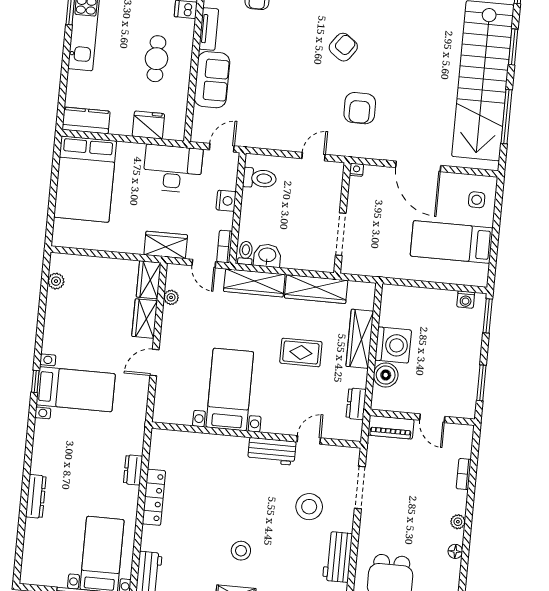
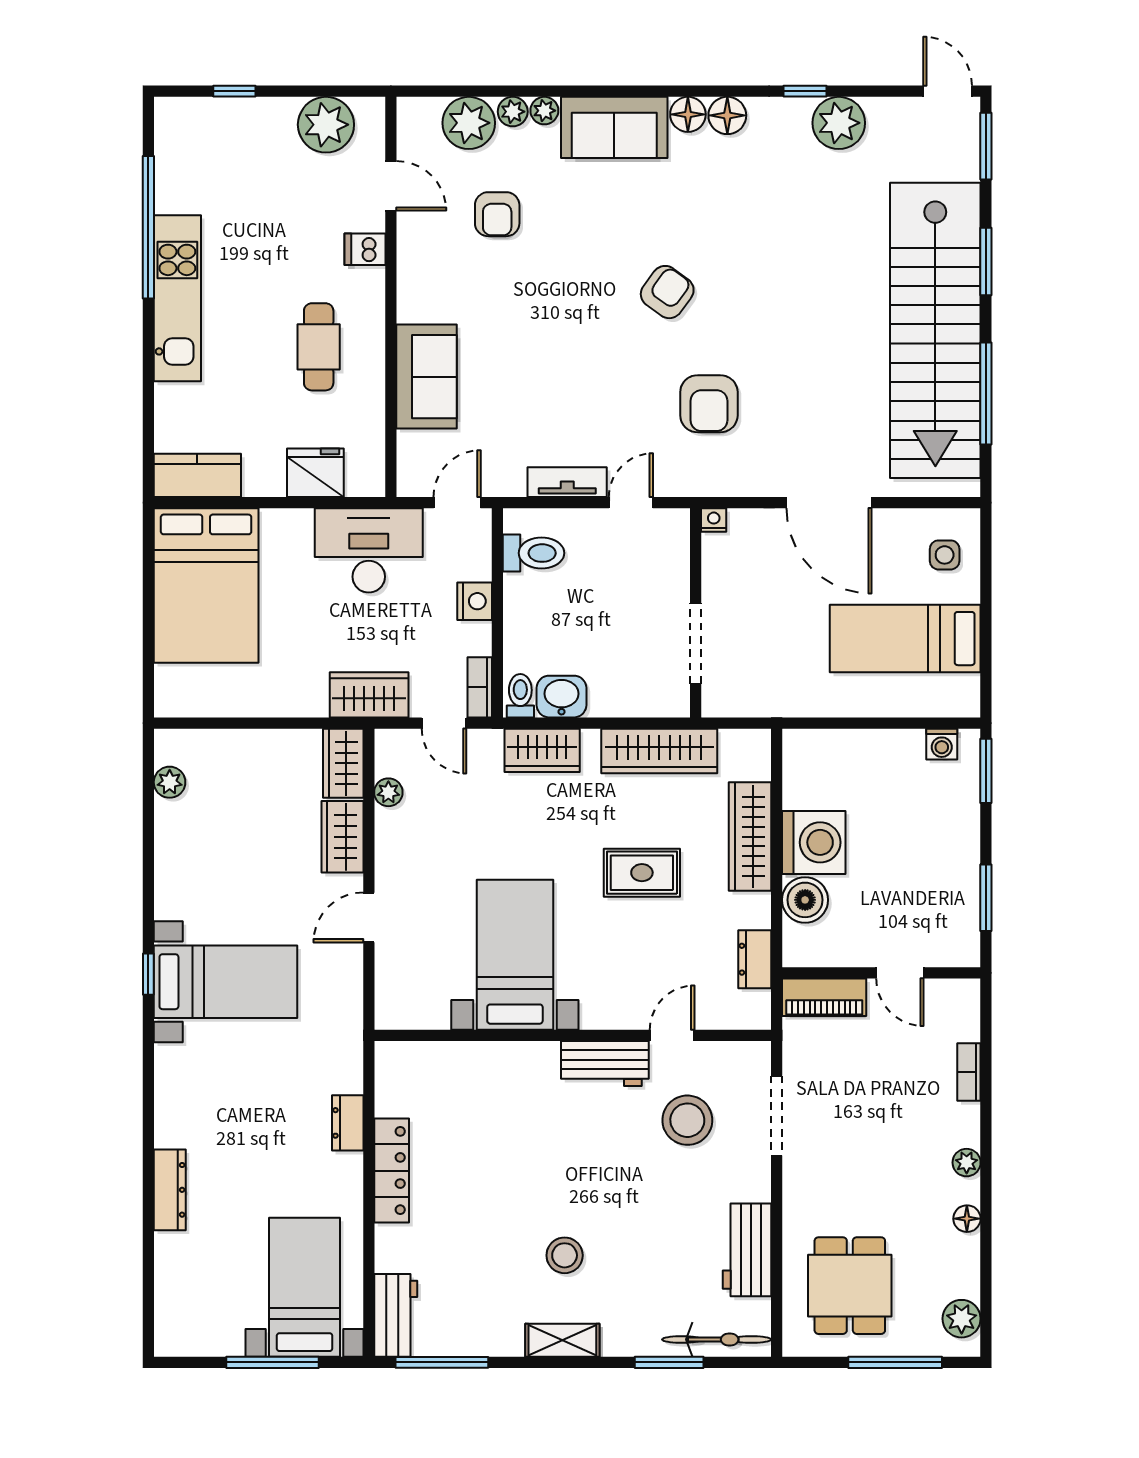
tv unit: (209, 29) -> (567, 482), moved, turned -90
wardrobe: (254, 283) -> (542, 750), width x0.67
stool: (309, 507) -> (687, 1120), moved

